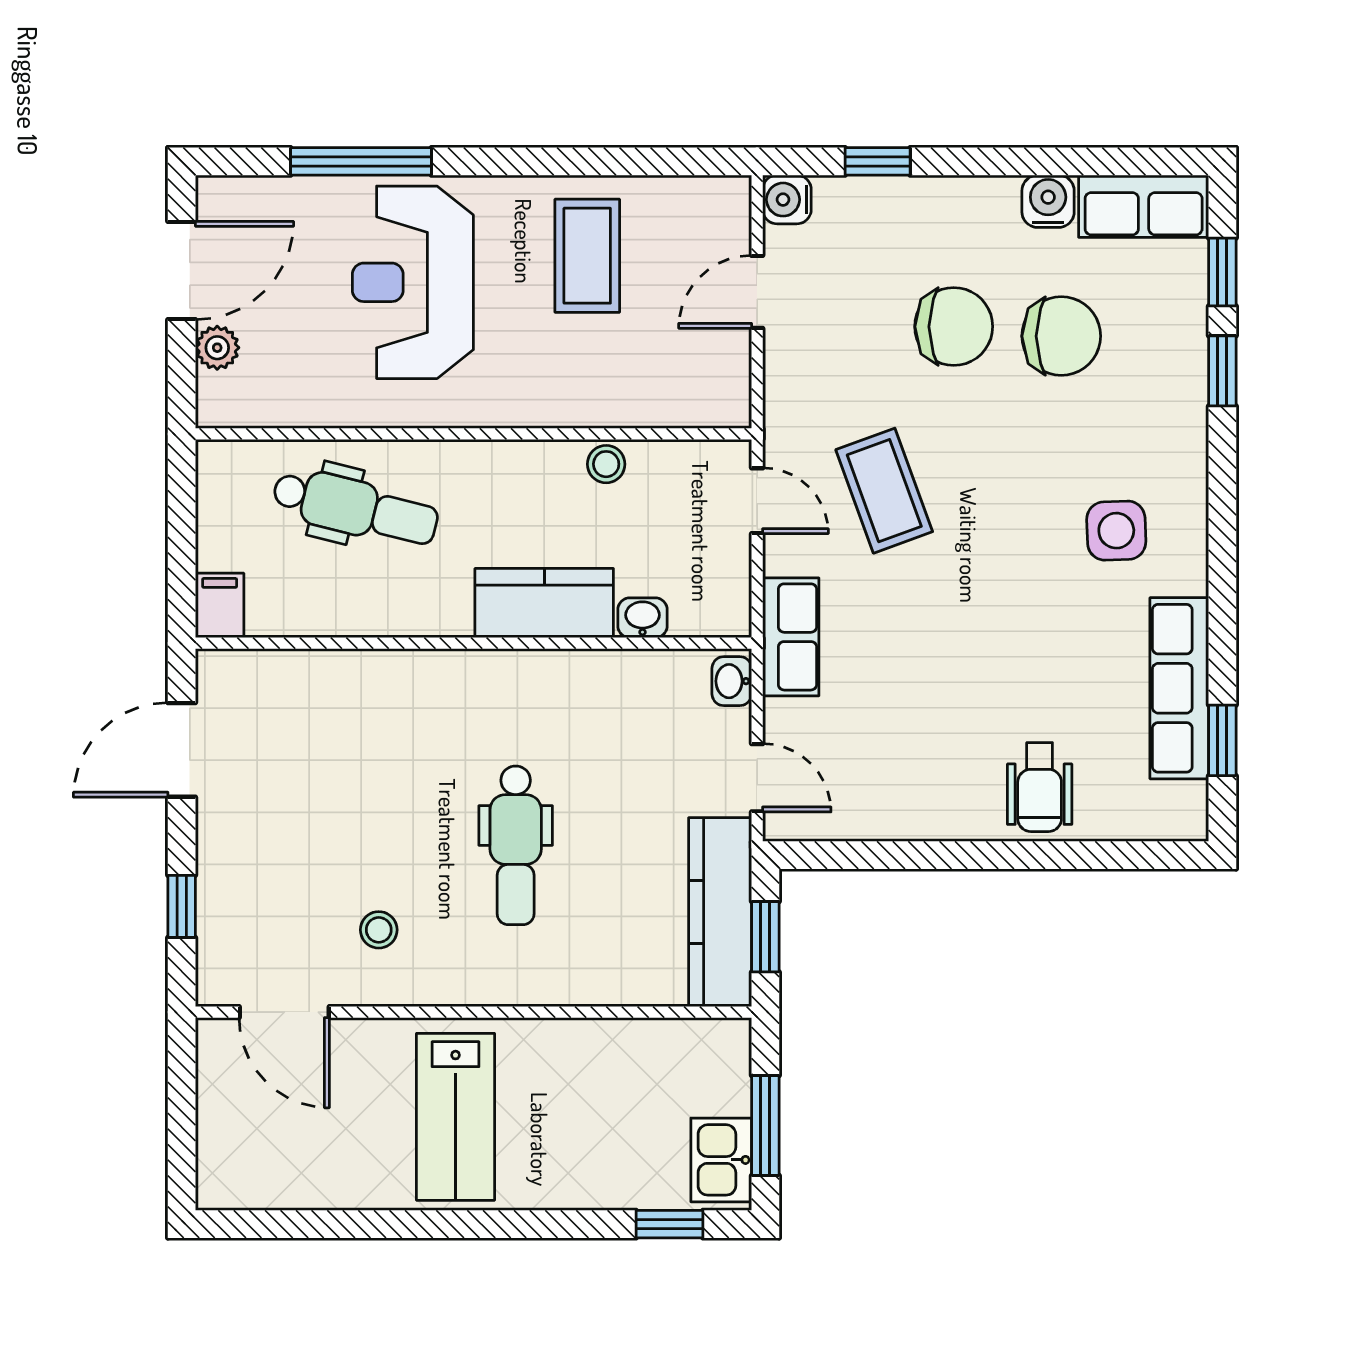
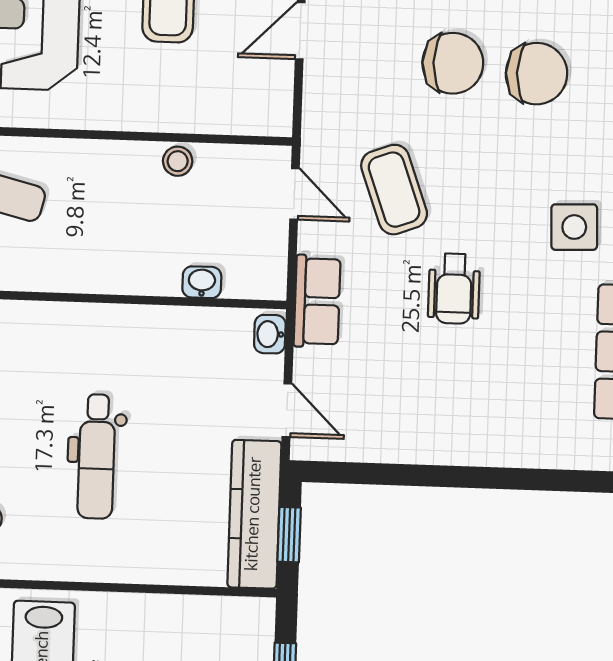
kitchen counter: (544, 603) -> (125, 268), removed
wheelchair: (1040, 787) -> (454, 289), moved

